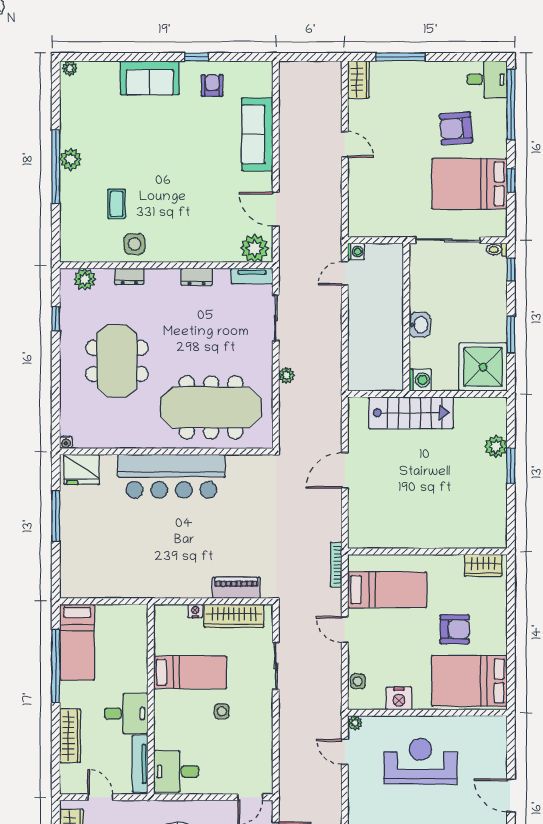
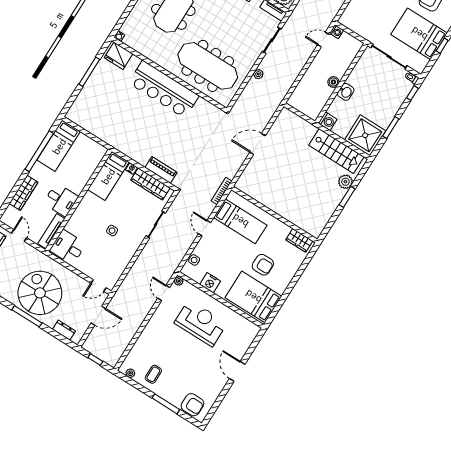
boiler: (395, 322) -> (333, 82), added
stairs: (411, 413) -> (336, 151), moved
bed: (190, 672) -> (108, 176), moved, turned 90

